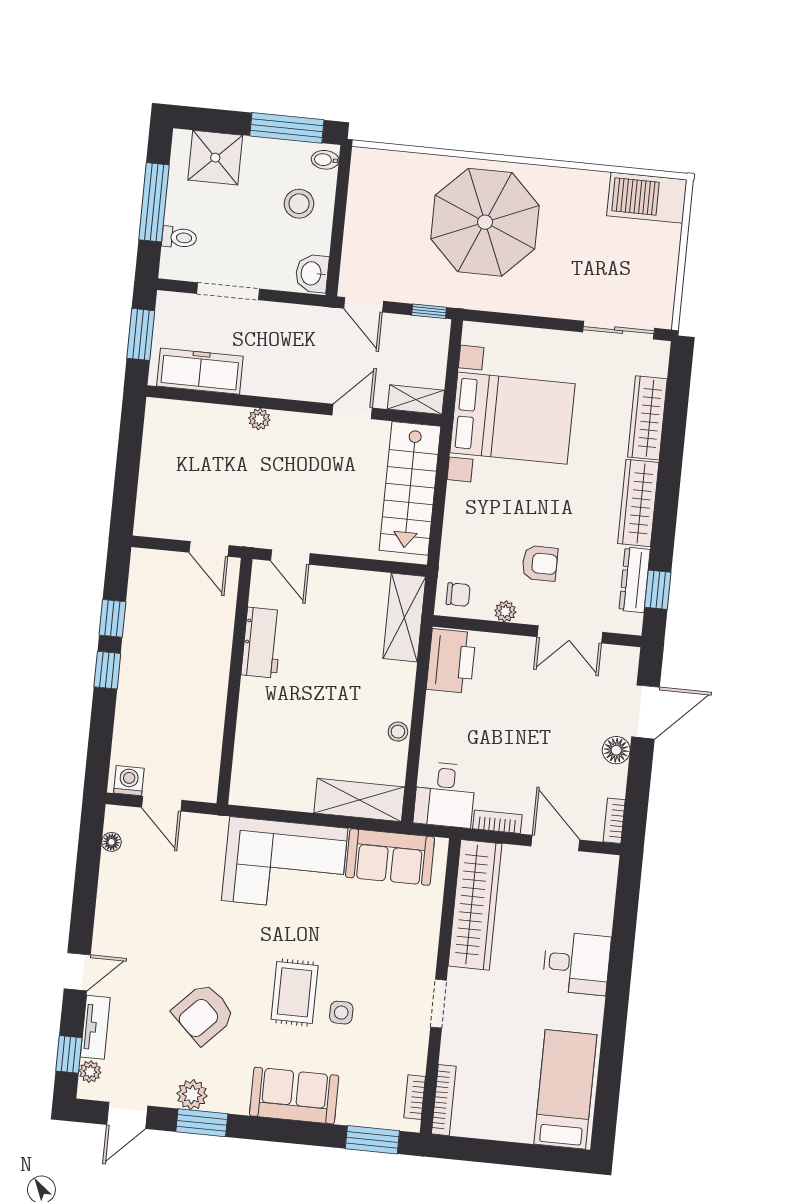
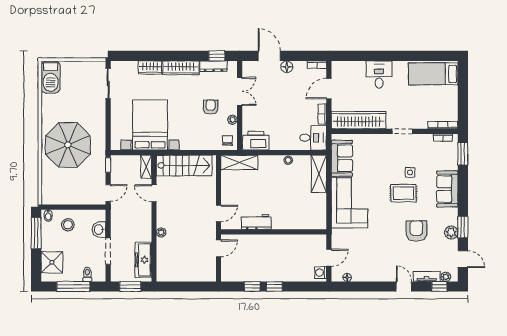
washbasin: (312, 273) -> (99, 230), moved, turned 90
wardrobe: (647, 418) -> (150, 68), width x0.67
armchair: (204, 1014) -> (416, 231), turned -134

